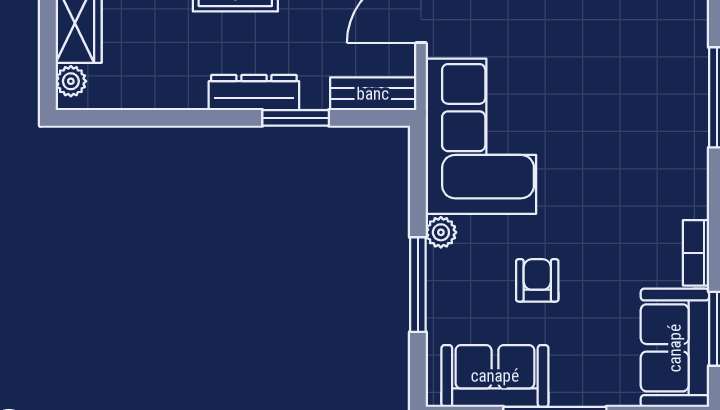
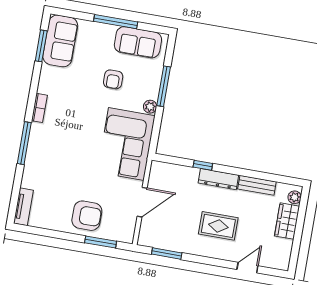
bench: (373, 94) -> (257, 185), moved
window: (296, 118) -> (203, 165), width x0.67
bookcase: (696, 253) -> (39, 108), moved

